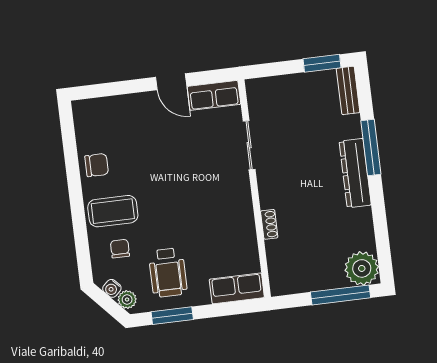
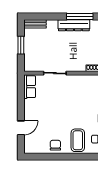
window: (322, 63) -> (21, 45), moved
door: (171, 82) -> (21, 128), moved
window: (371, 148) -> (80, 17), moved

